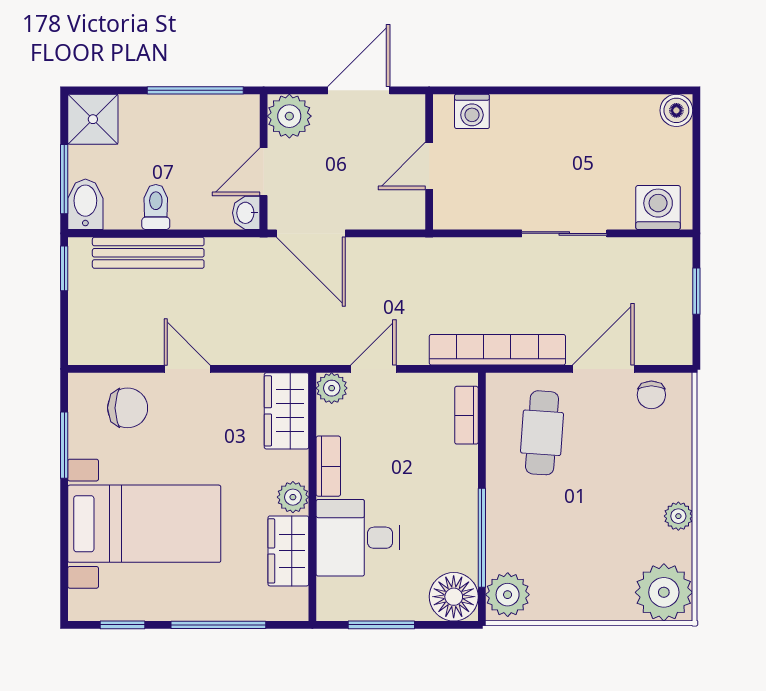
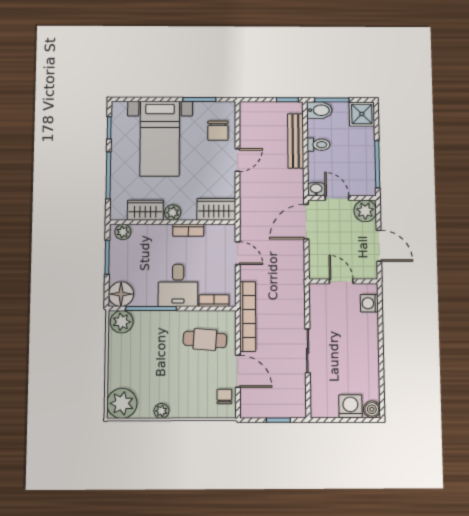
washing machine: (658, 208) -> (350, 406), moved, turned -90
plant: (332, 388) -> (123, 232), moved
chair: (651, 395) -> (224, 397), turned 90
desk: (358, 538) -> (178, 285), moved, turned 180

